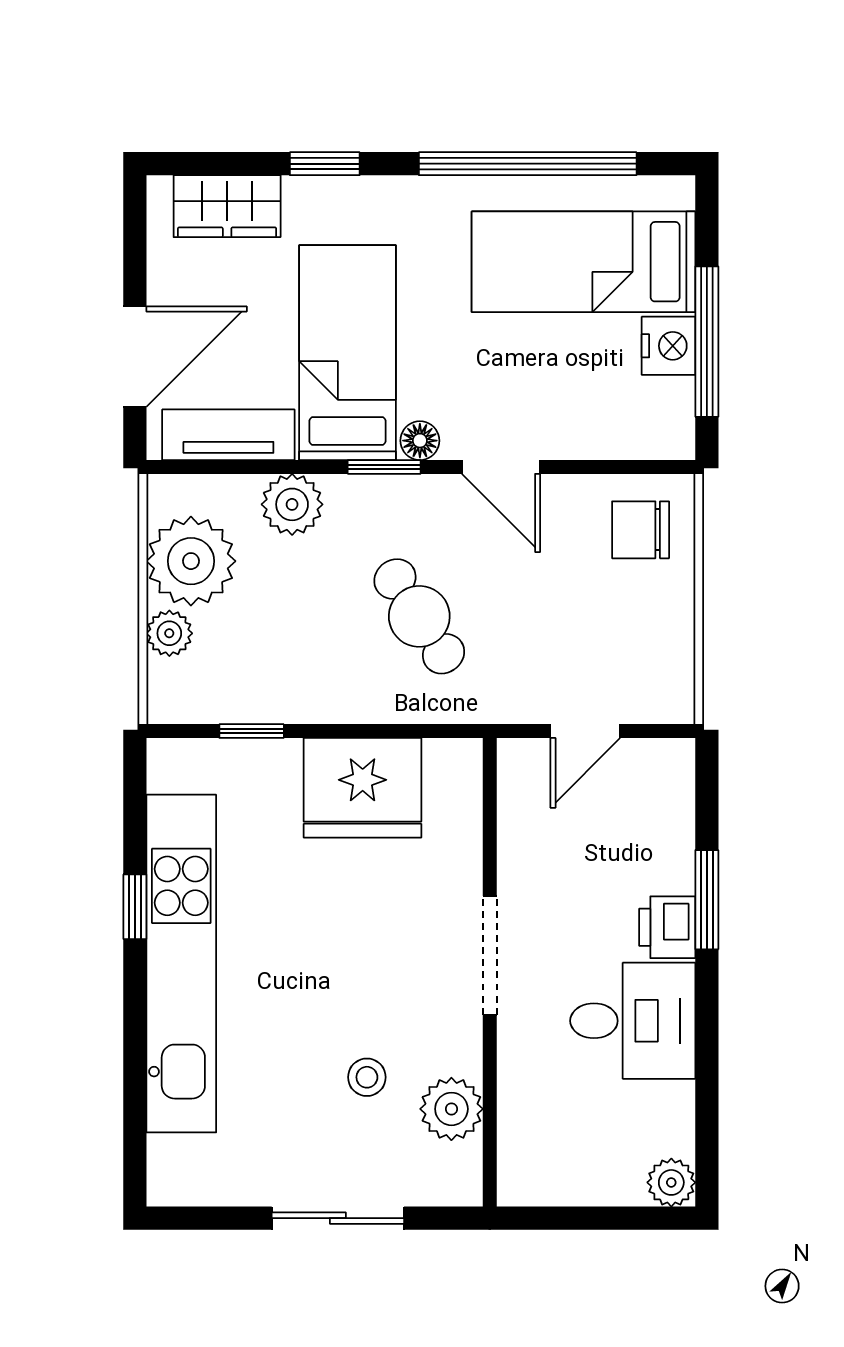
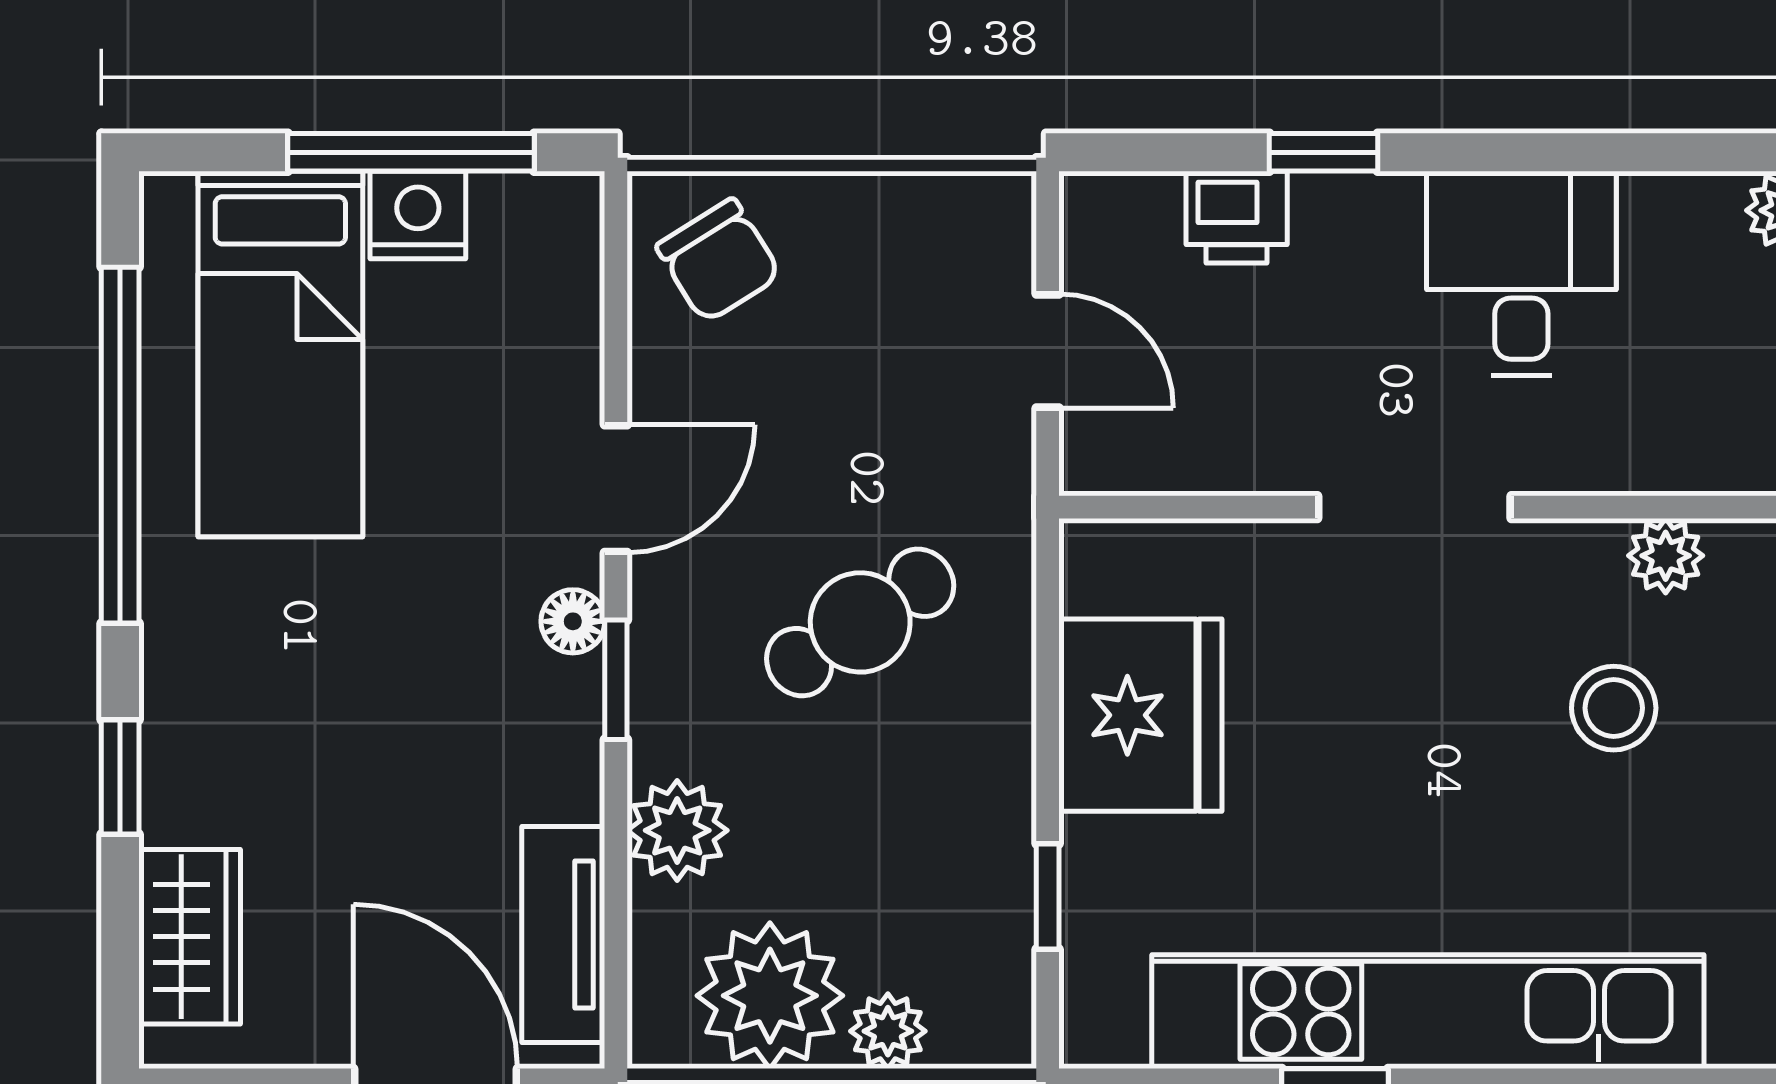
bed: (348, 353) -> (429, 740), removed
chair: (641, 530) -> (719, 261), turned -32
window: (707, 900) -> (1323, 152), width x0.67
printer: (667, 927) -> (1237, 217), moved
stool: (367, 1077) -> (1614, 708), width x1.37, depth x1.37
plant: (451, 1109) -> (1666, 556), width x0.73, depth x0.73

